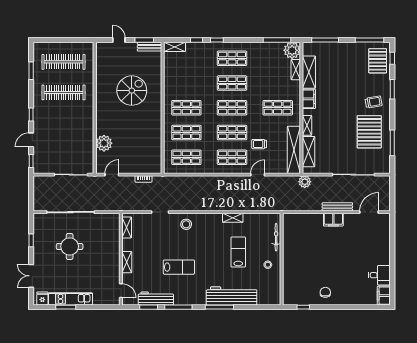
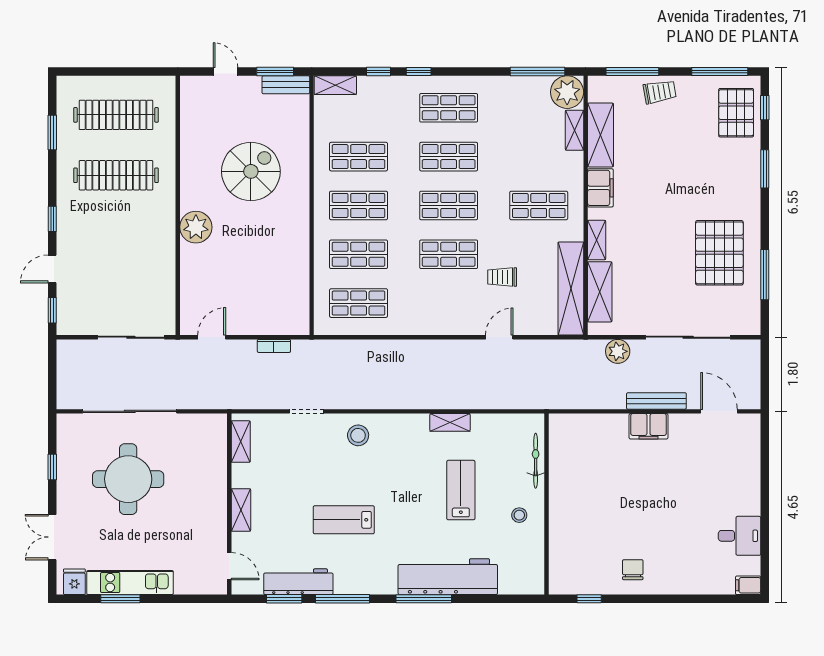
trolley: (374, 102) -> (660, 92), moved
plant: (104, 143) -> (196, 227), moved
shop shelf: (232, 157) -> (359, 157), moved
plant: (305, 182) -> (618, 351), moved
door: (369, 212) -> (719, 411), hinge flipped
round table: (70, 246) -> (128, 479), width x1.36, depth x1.36
lab bench: (179, 267) -> (344, 520), turned 180
filing cabinet: (384, 296) -> (748, 585), width x0.50

